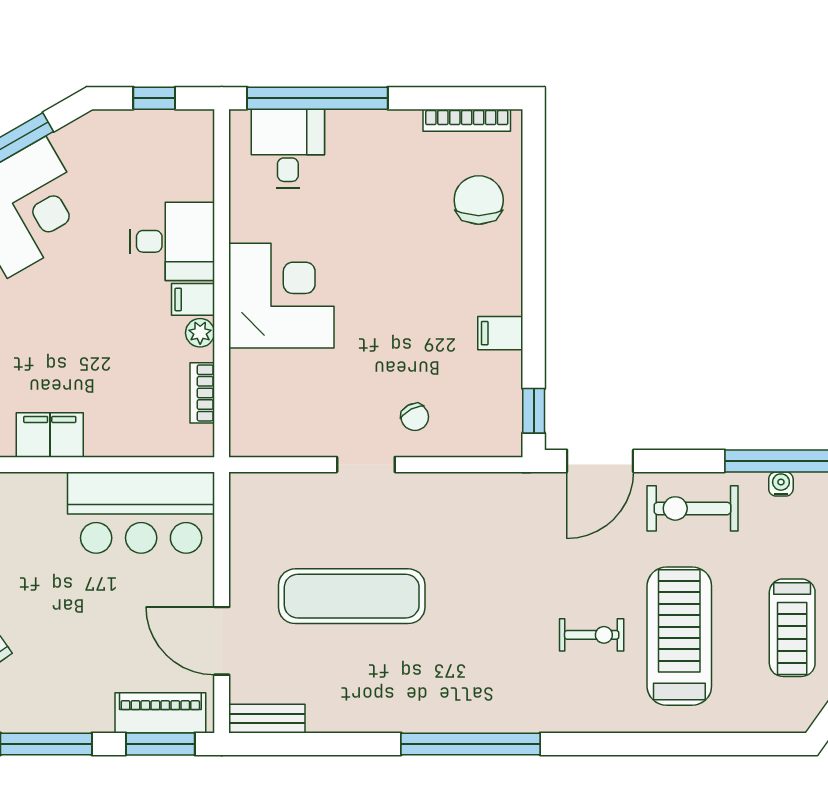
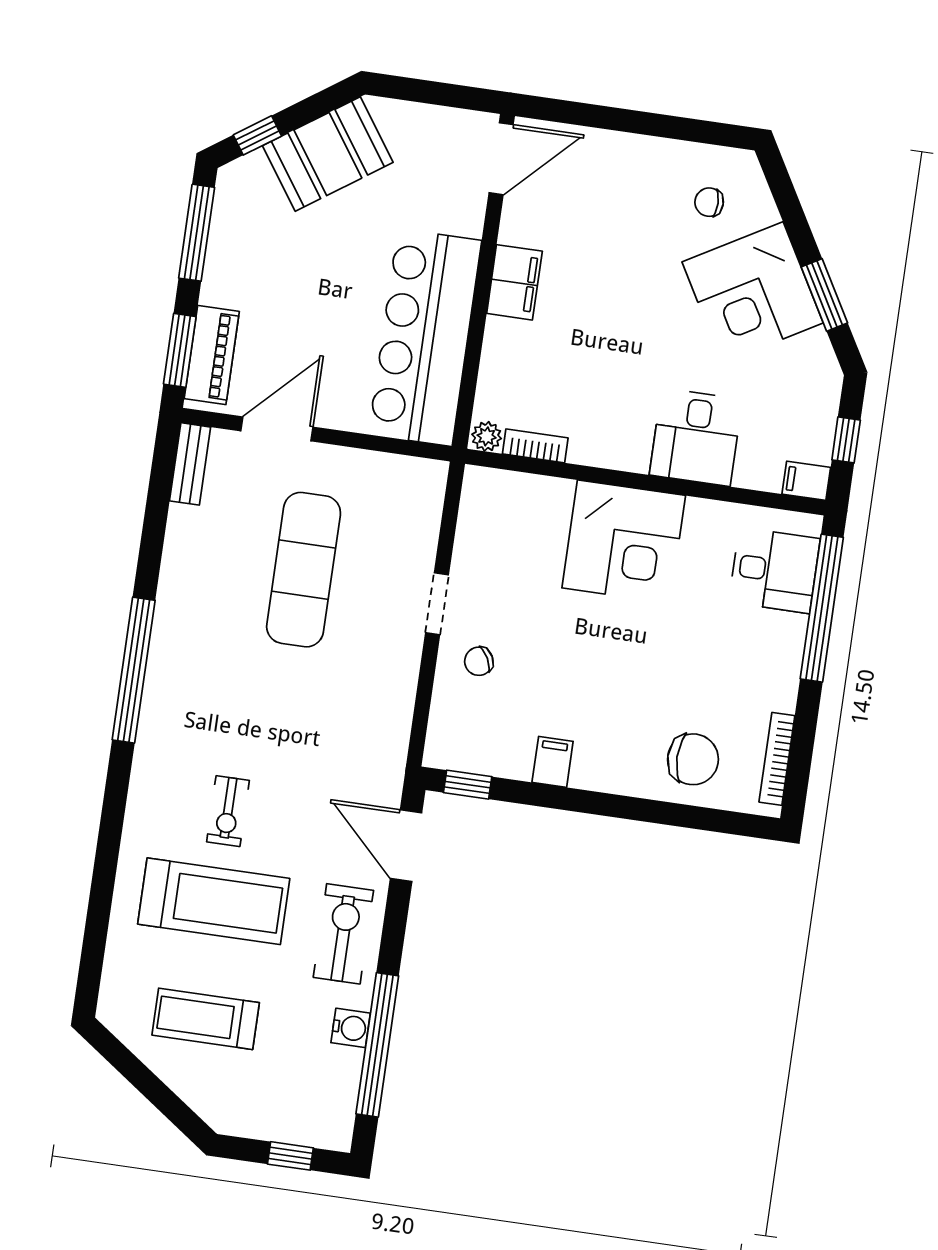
filing cabinet: (193, 299) -> (806, 481), moved, turned -90
plant: (200, 333) -> (487, 436), moved
water cooler: (781, 484) -> (351, 1028), width x1.38, depth x1.38
bar counter: (141, 513) -> (425, 337), width x1.36

